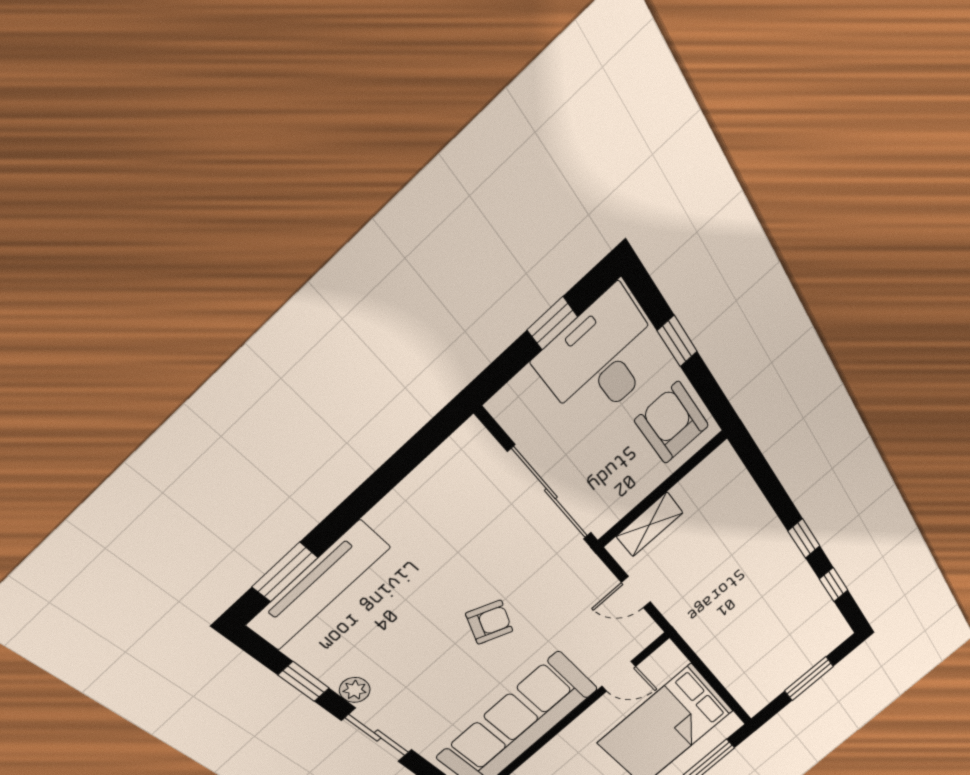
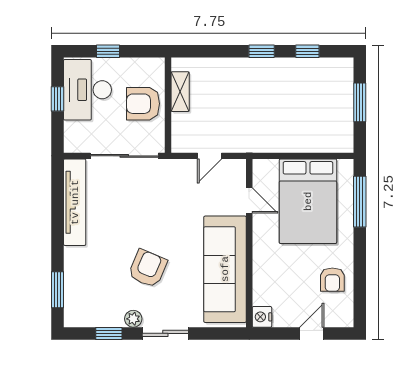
armchair: (672, 423) -> (143, 104), moved
shelving: (650, 525) -> (180, 92), moved
tv unit: (318, 586) -> (75, 202), moved
armchair: (489, 622) -> (148, 268), moved, width x1.38, depth x1.38
door: (619, 676) -> (249, 201), hinge flipped

